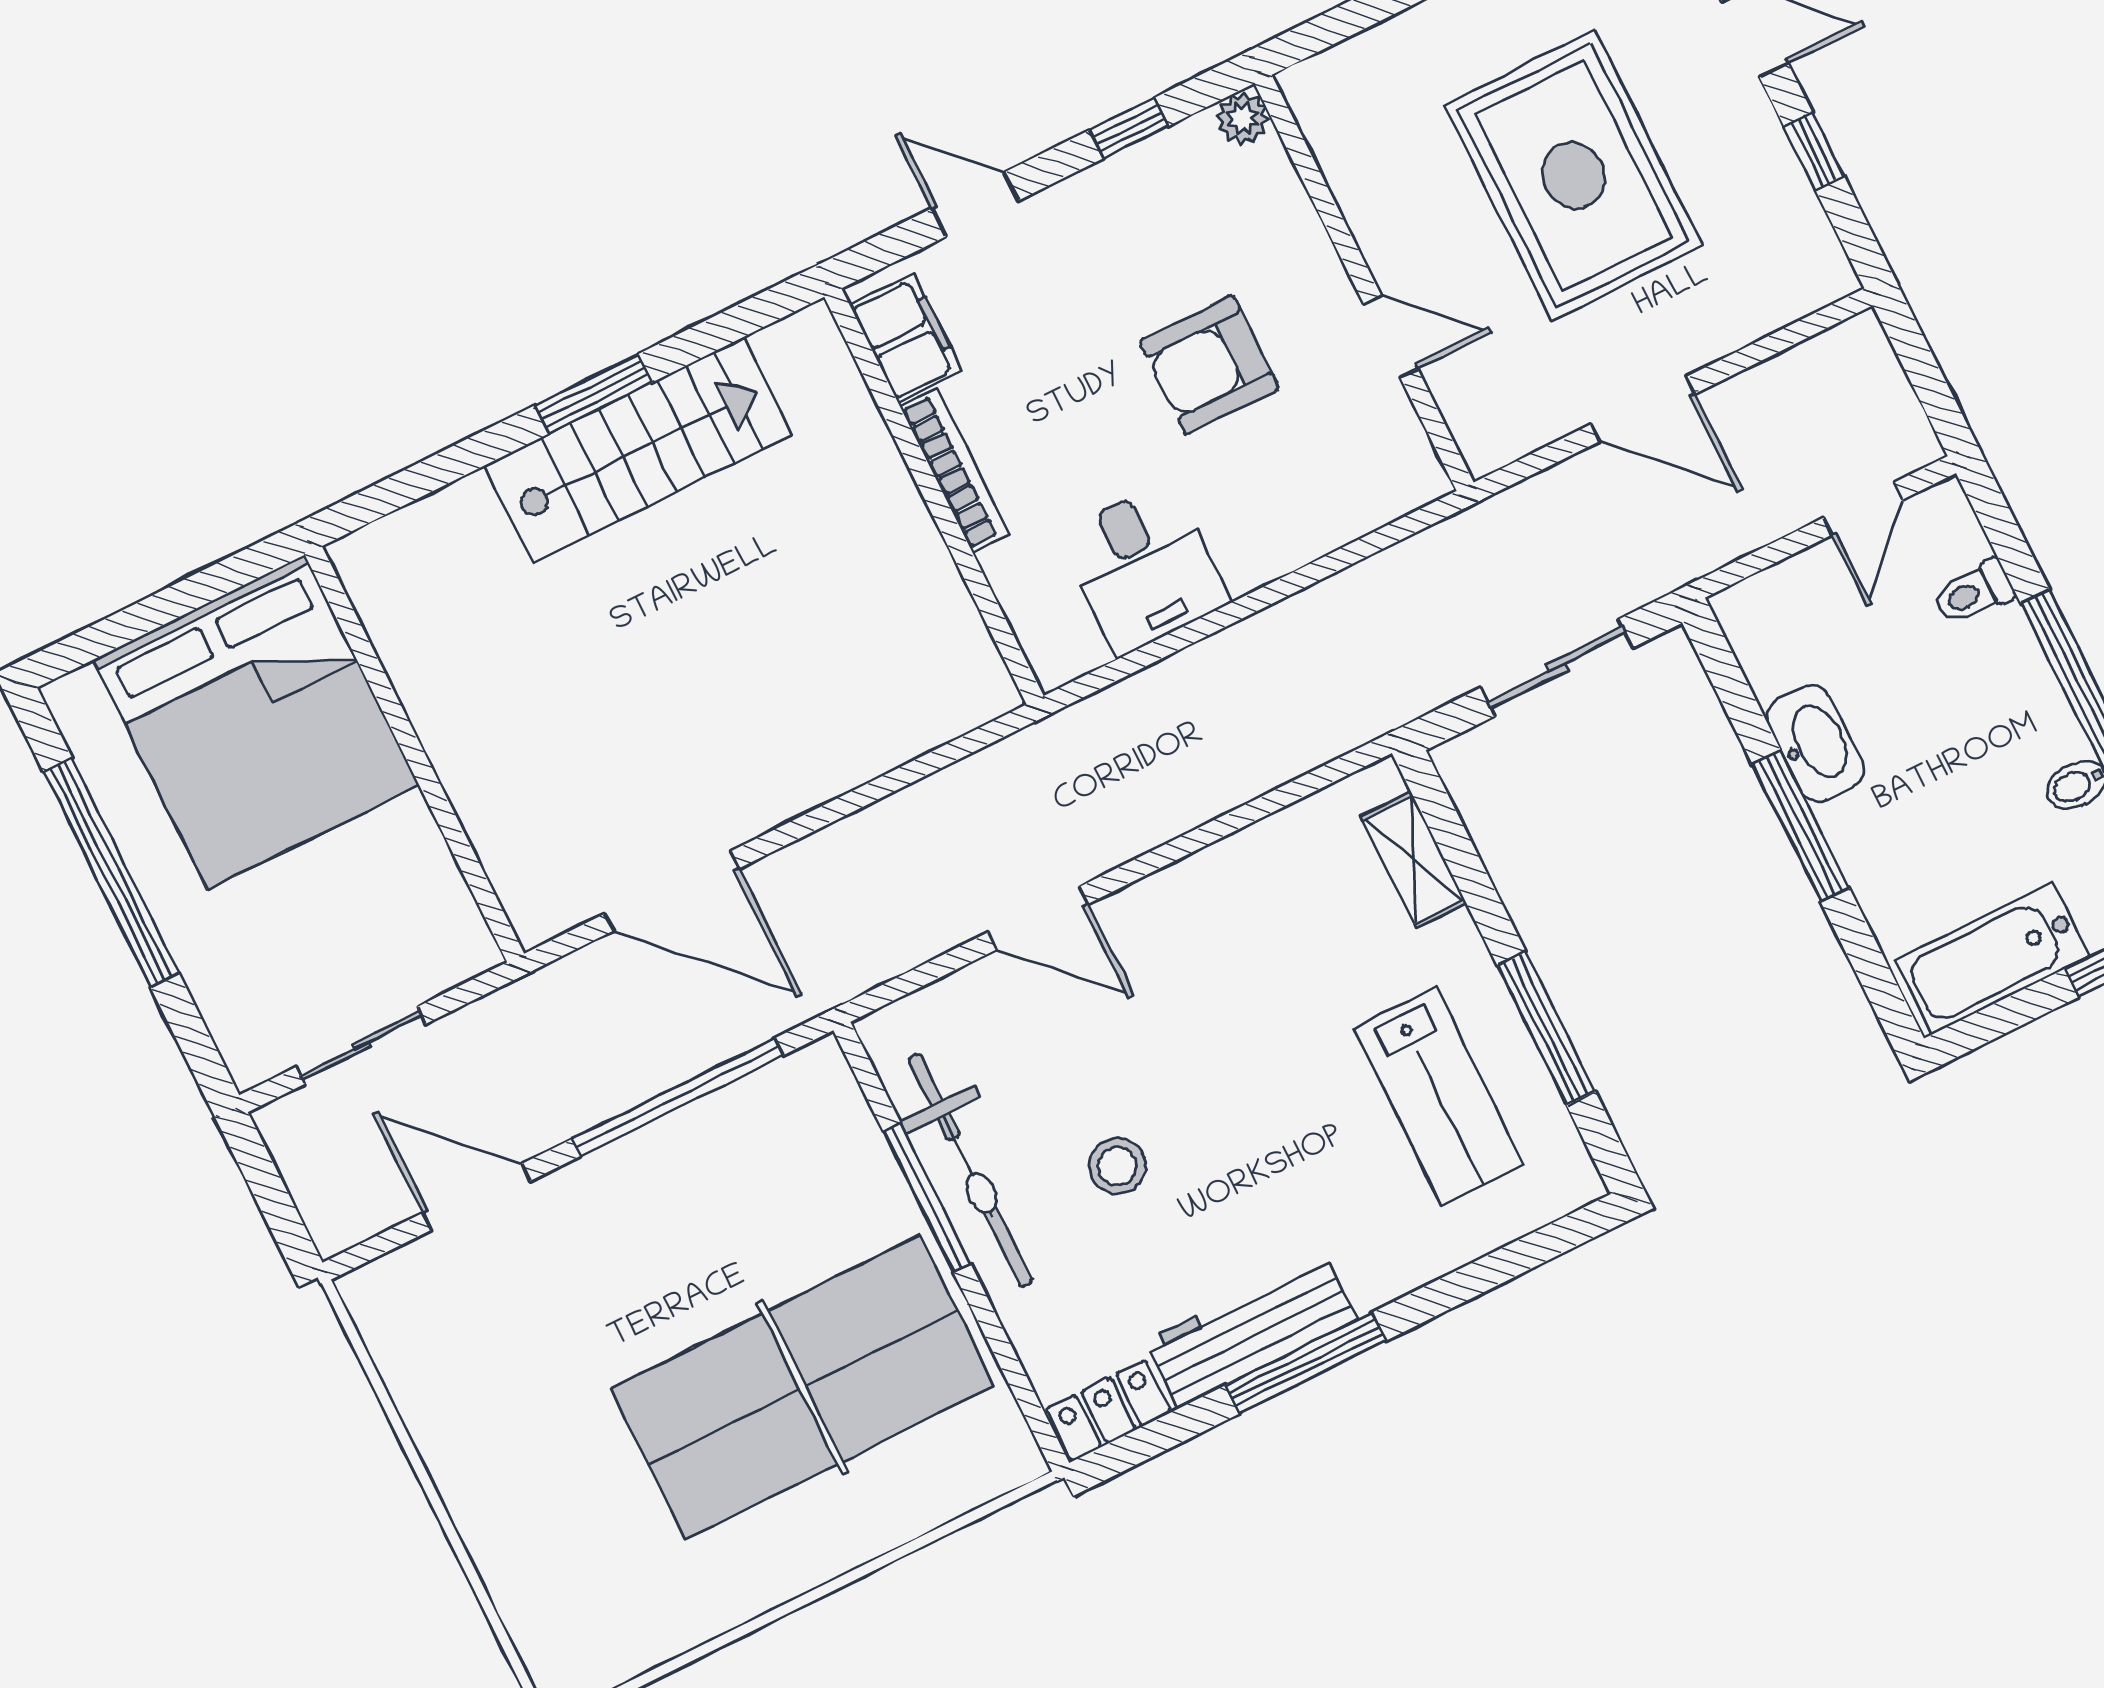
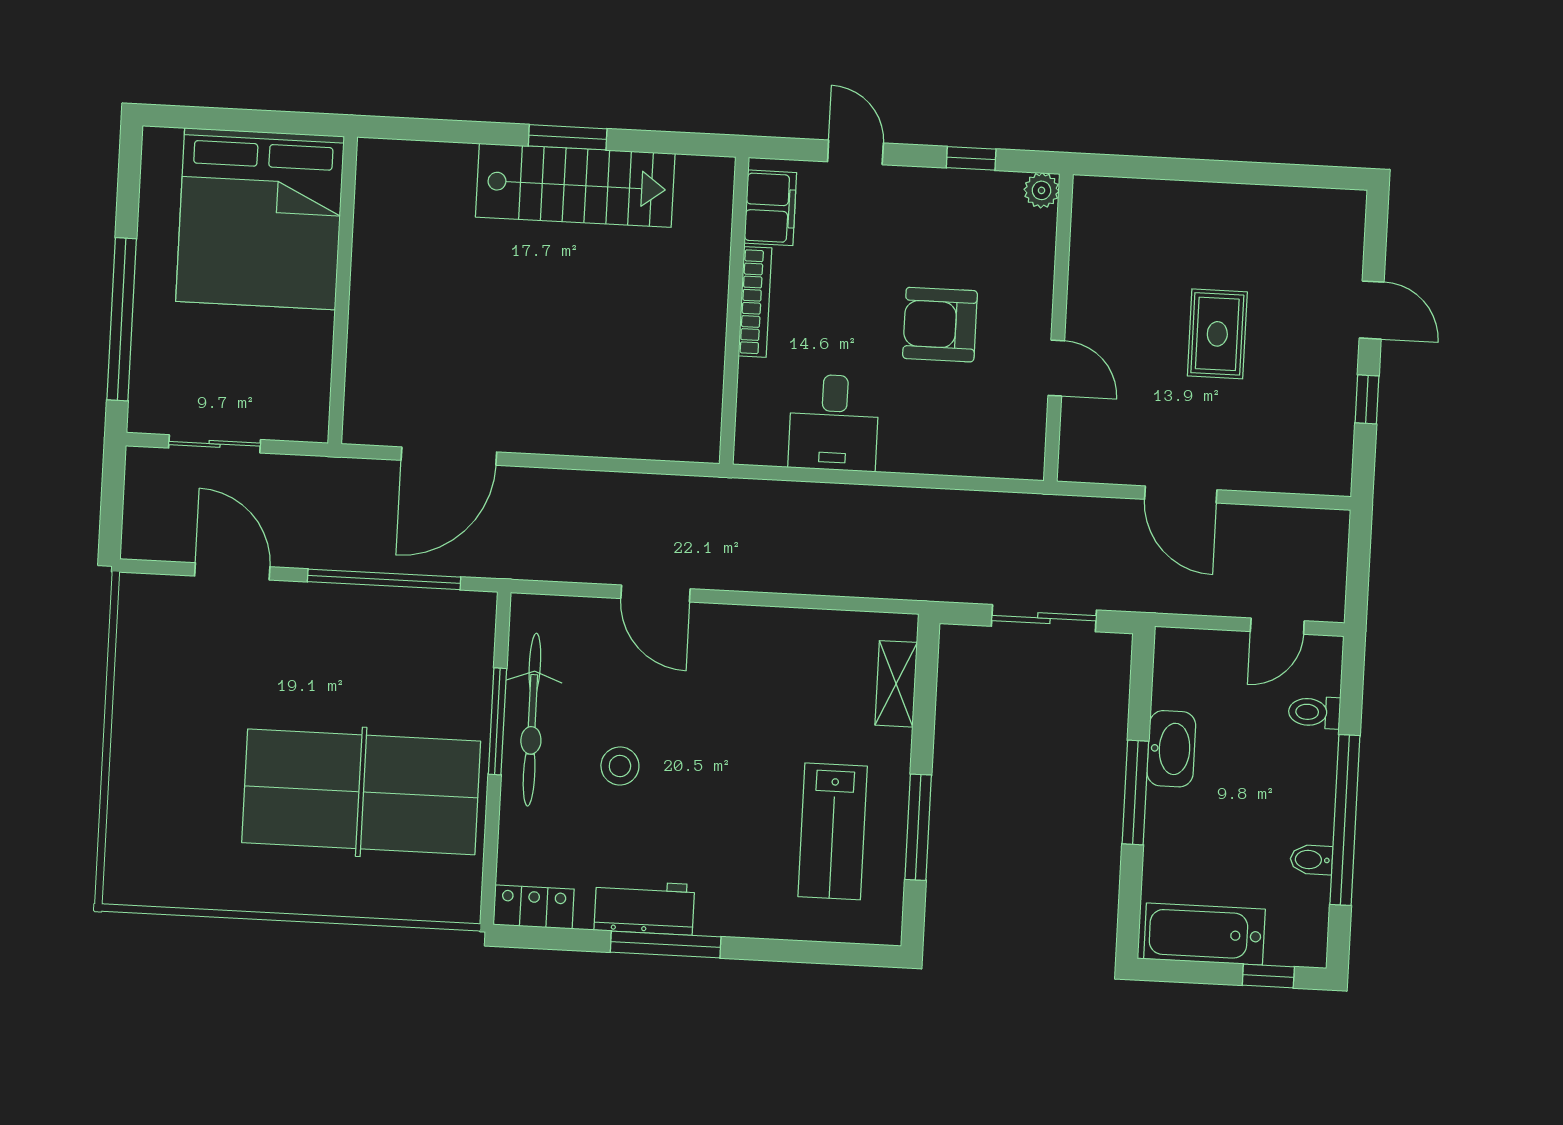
rug: (1573, 175) -> (1217, 334), width x0.54, depth x0.49
window: (111, 872) -> (122, 319), moved
door: (672, 891) -> (449, 456), hinge flipped
workbench: (1252, 1331) -> (644, 907), width x0.73

